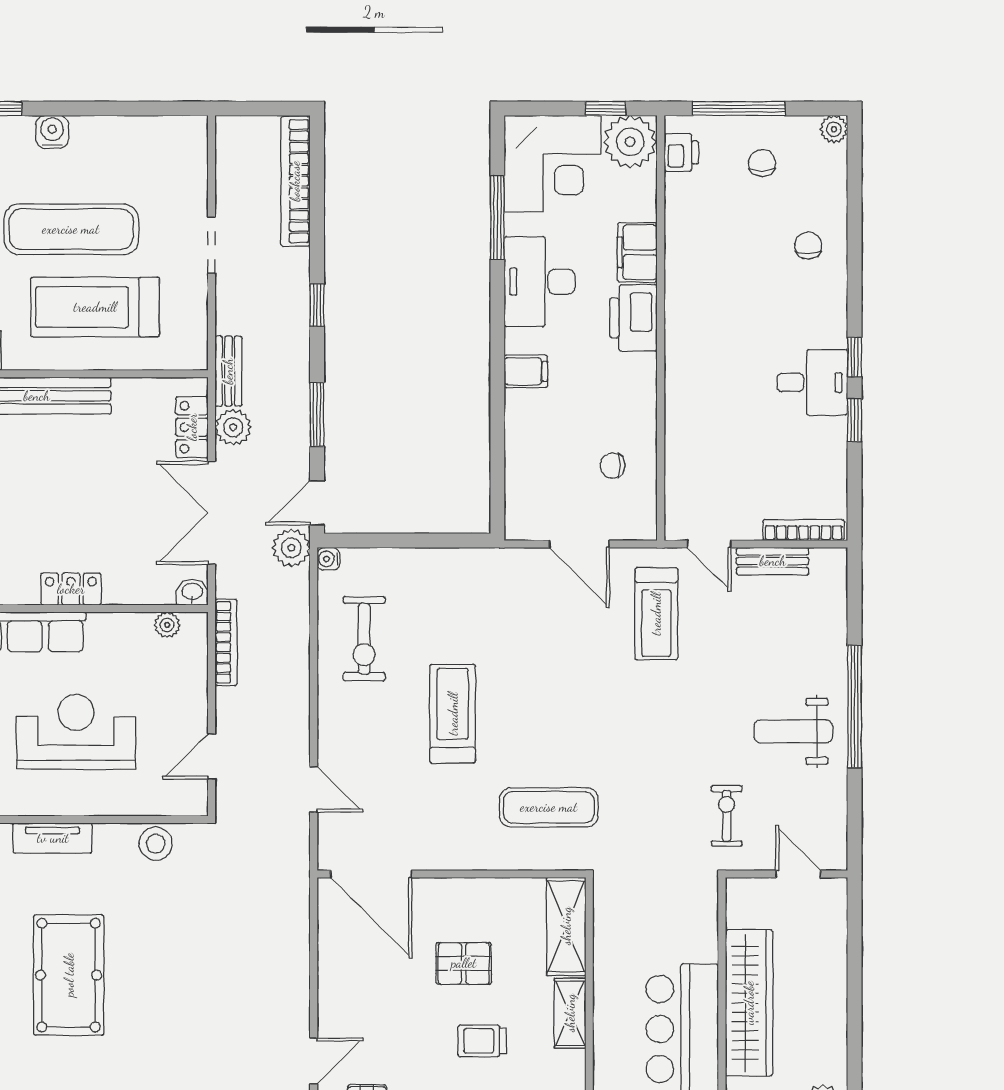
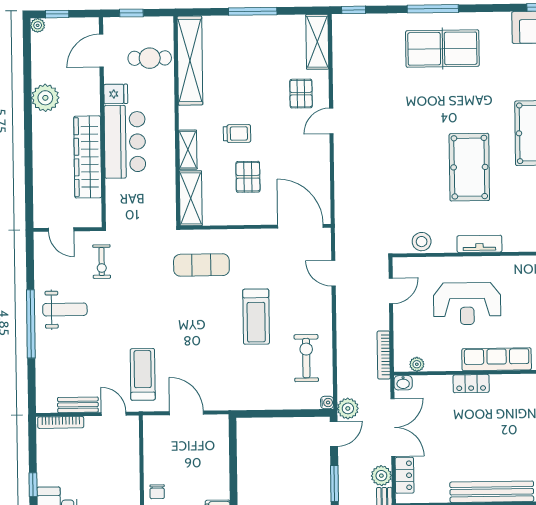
chair: (612, 466) -> (157, 492), moved, turned 90
pallet: (464, 963) -> (248, 177), turned 90

